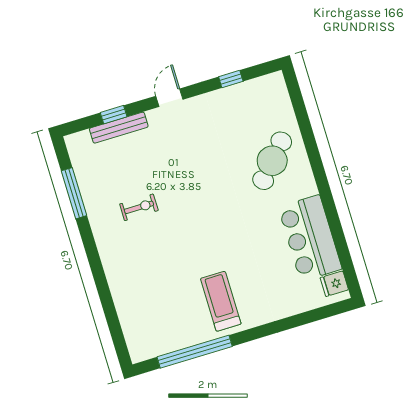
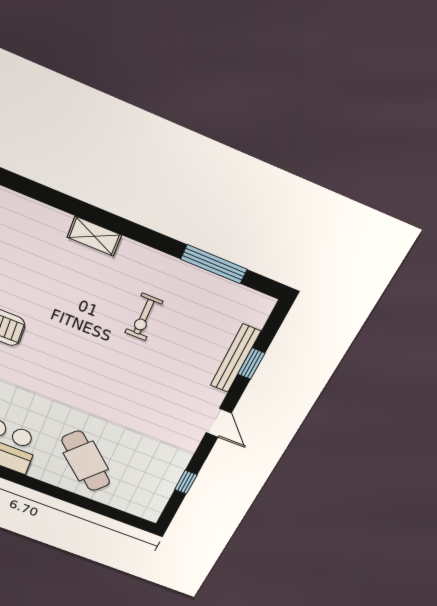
shelving: (115, 277) -> (94, 236), added

